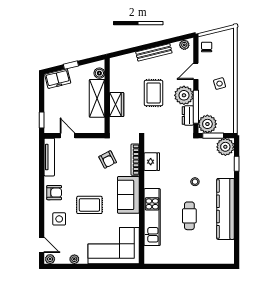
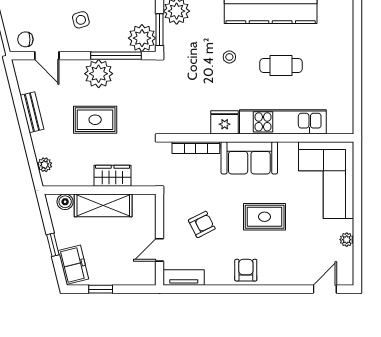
plant: (184, 45) -> (45, 165), moved
bench: (154, 52) -> (32, 112), width x0.73
door: (196, 71) -> (47, 56), moved
dresser: (188, 115) -> (129, 68), removed
window: (42, 120) -> (101, 289), moved
tv unit: (49, 157) -> (184, 278), width x0.71
armchair: (108, 159) -> (202, 224), moved
fridge: (152, 162) -> (225, 122), moved
rug: (89, 205) -> (265, 217), turned 90
side table: (59, 219) -> (286, 263), removed
plant: (50, 259) -> (347, 276), removed

